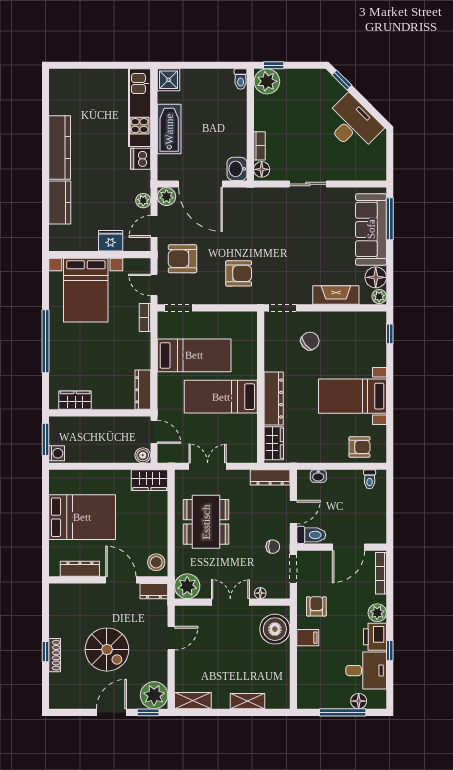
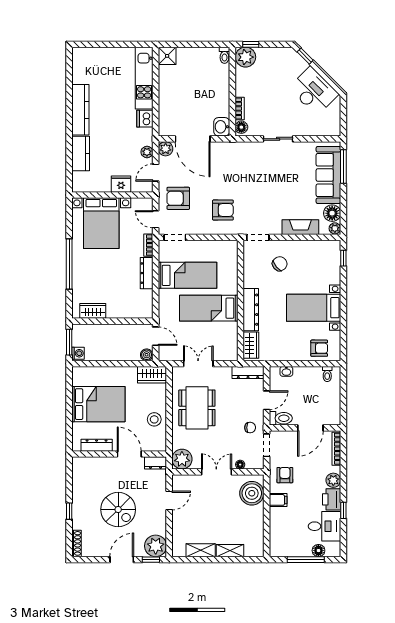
bathtub: (169, 129) -> (168, 95), removed
dresser: (143, 390) -> (147, 273), moved
stool: (156, 562) -> (154, 419), moved
shoe rack: (55, 655) -> (76, 543), moved
shelving: (193, 701) -> (201, 550), moved

